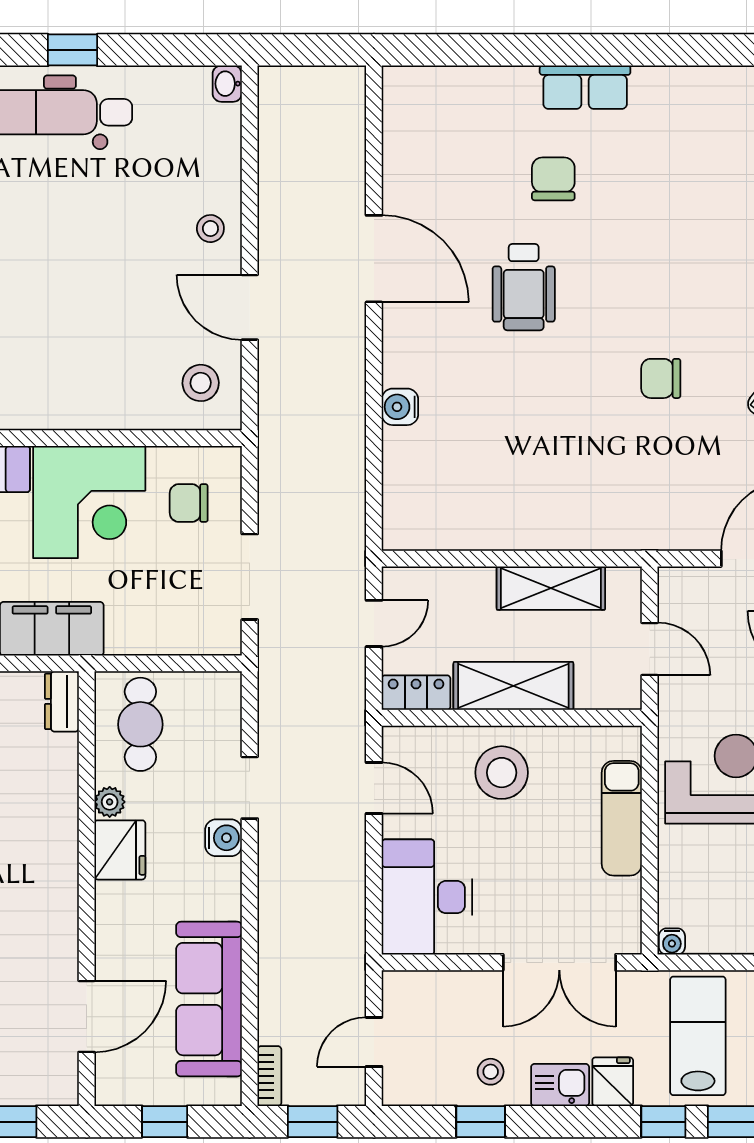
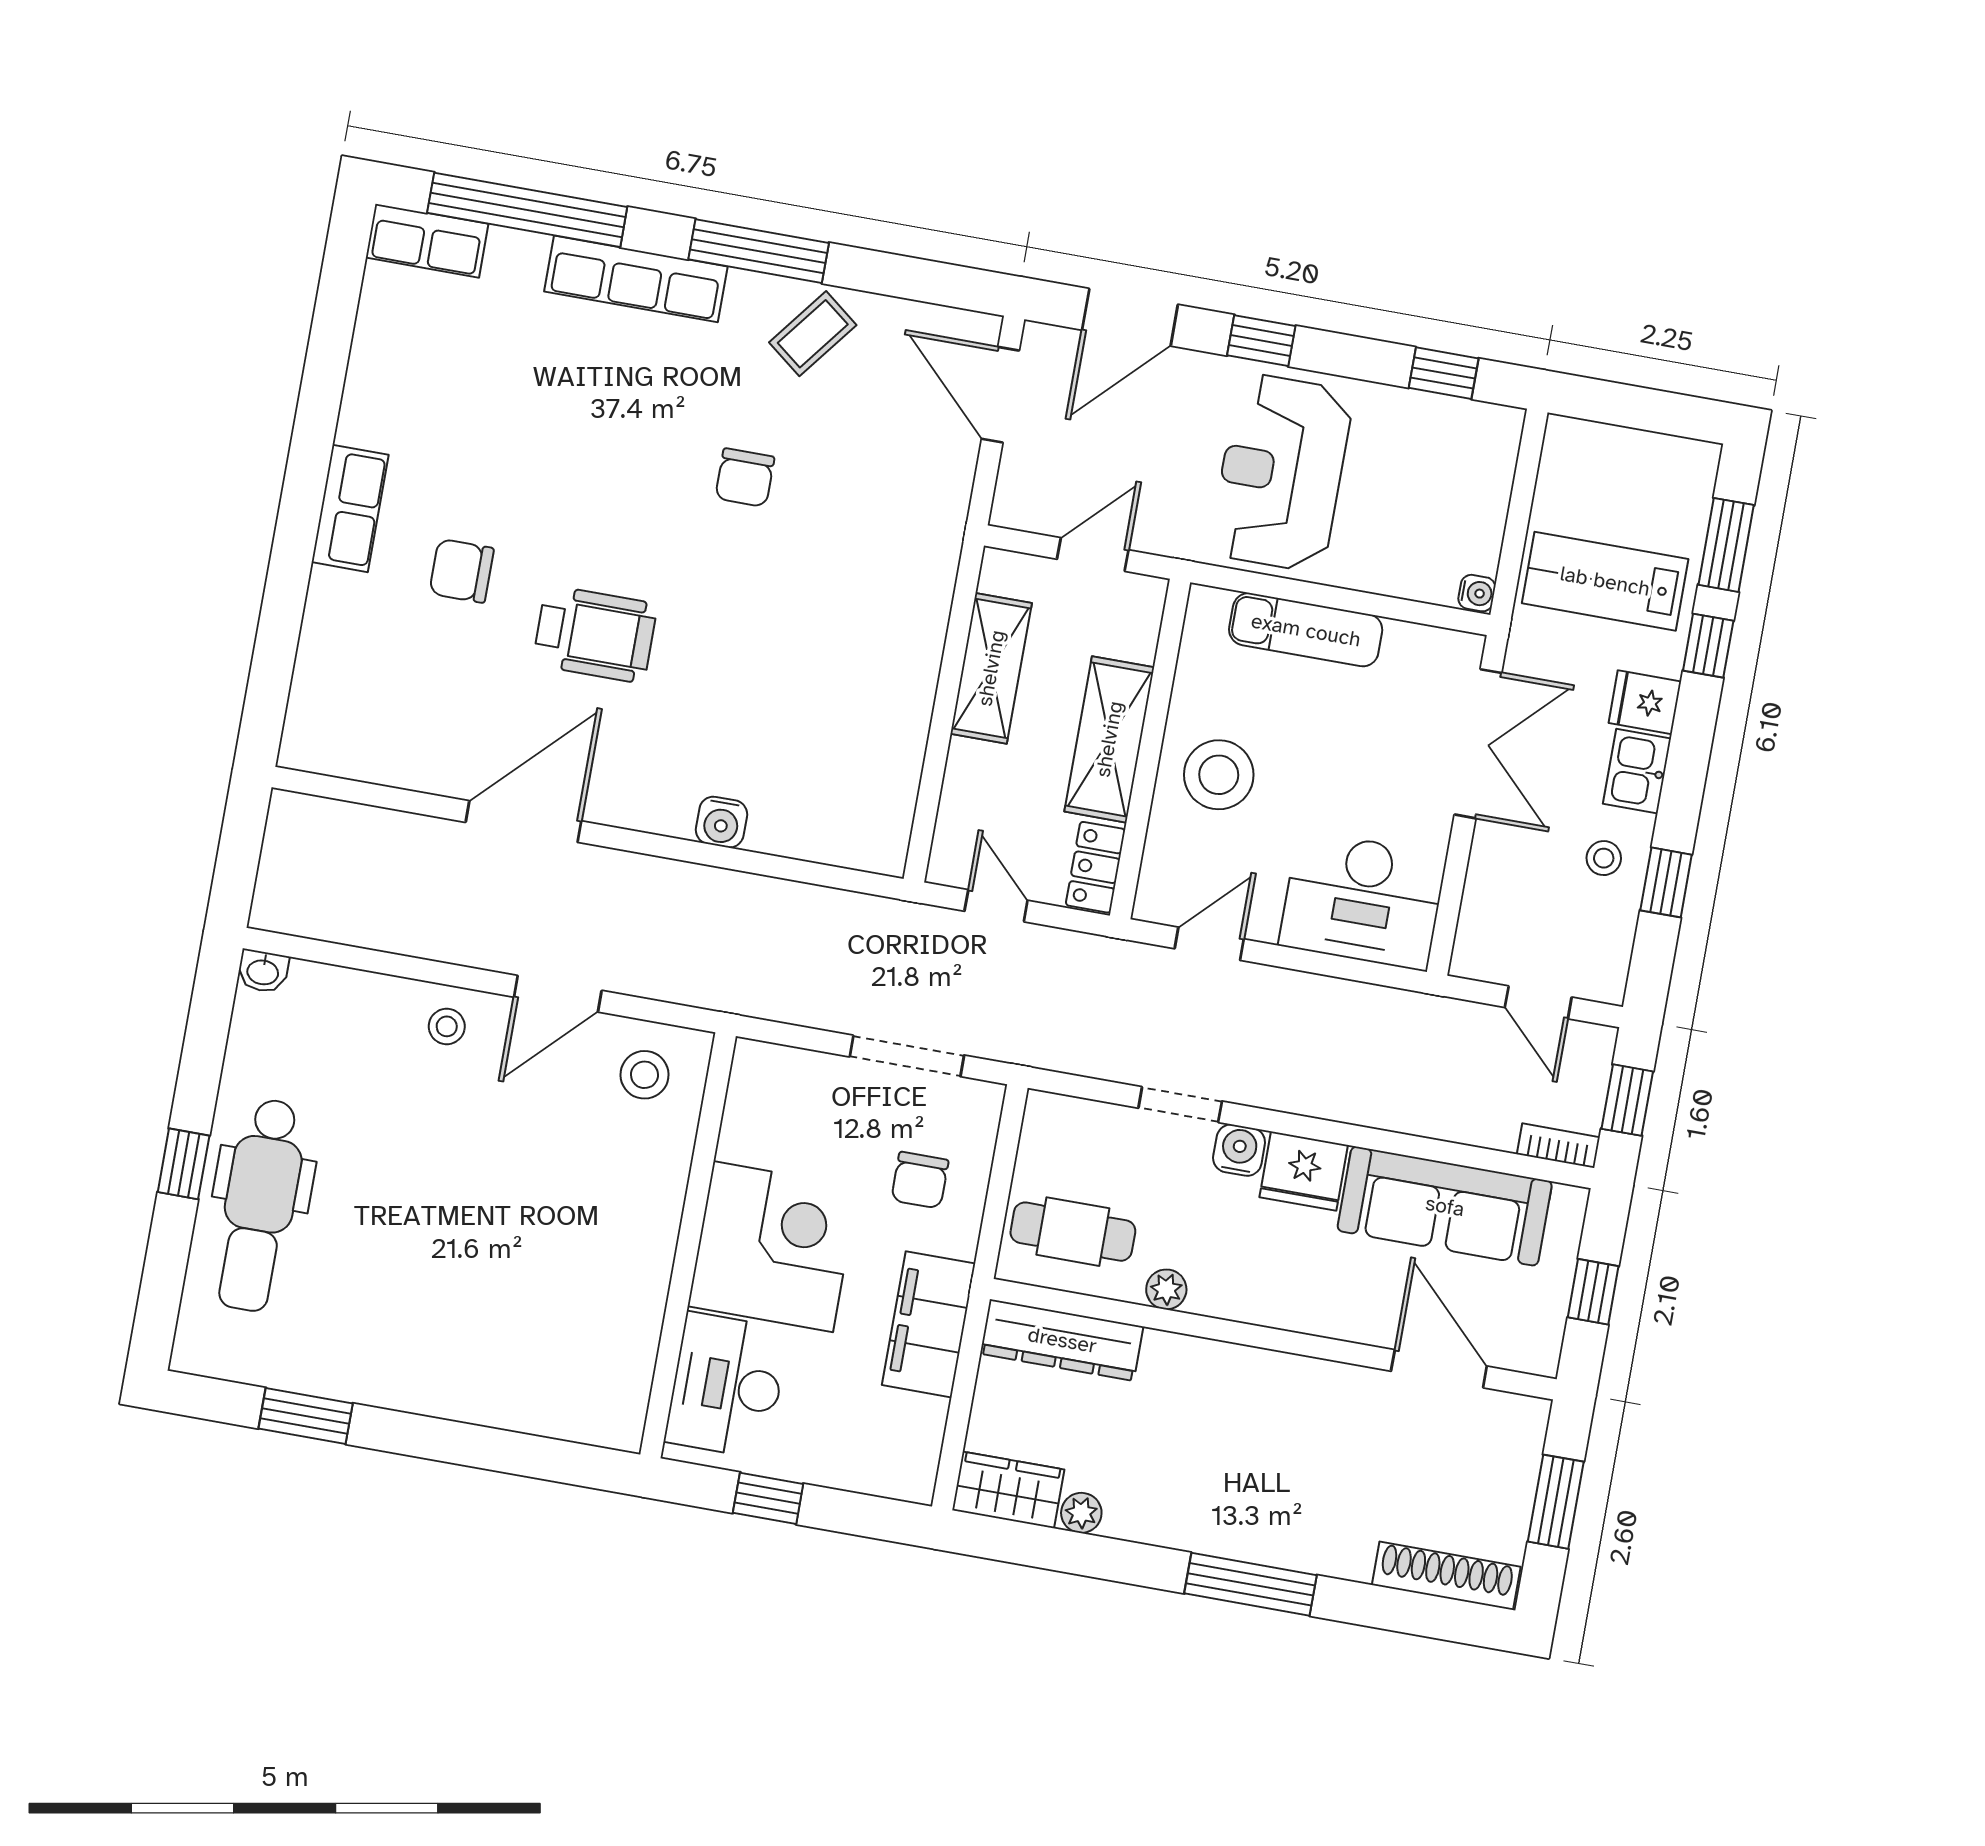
chair: (189, 503) -> (920, 1180), moved
dresser: (62, 701) -> (1062, 1340), width x1.96, depth x1.24
fridge: (120, 850) -> (1304, 1171), moved, turned 180

